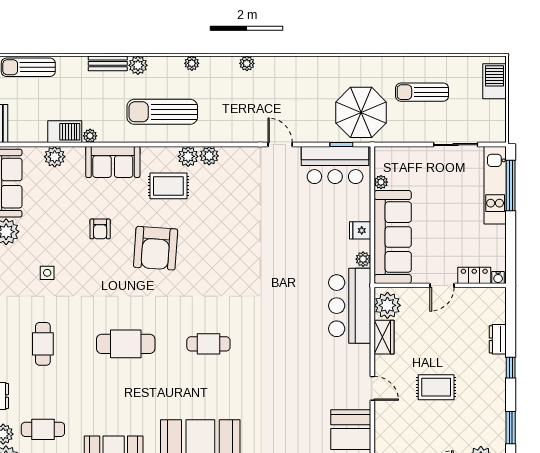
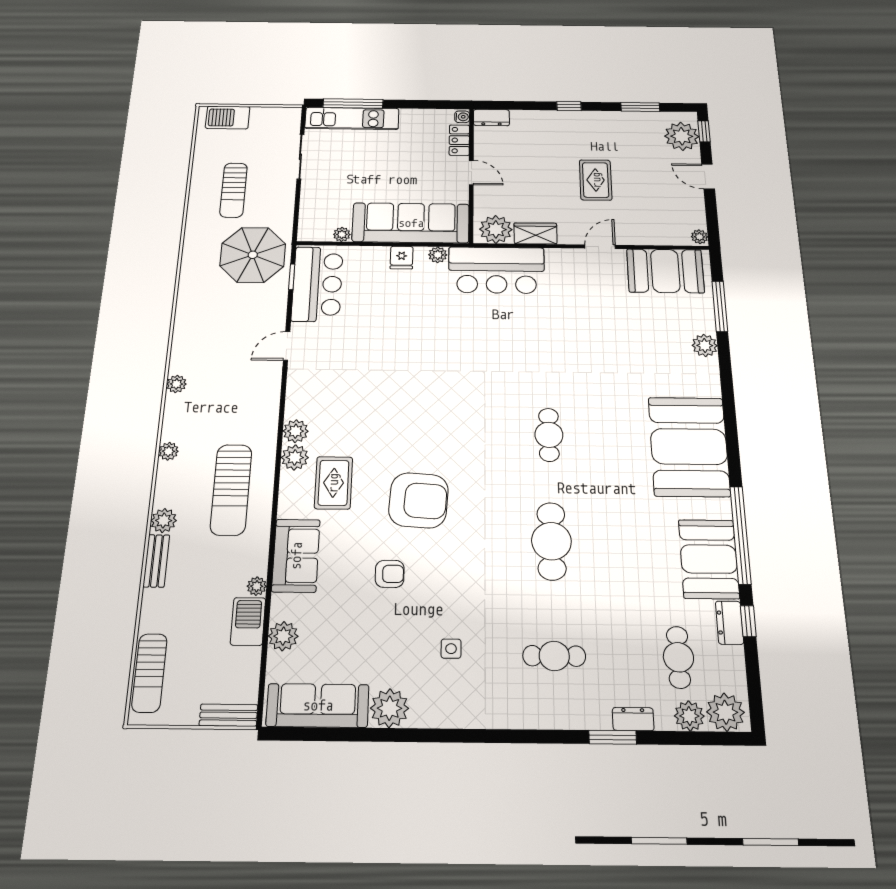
dresser: (498, 339) -> (491, 118), moved

